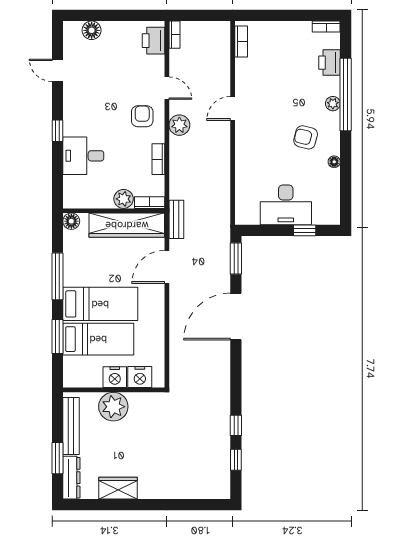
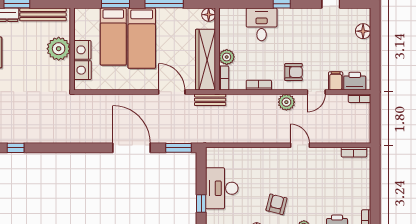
filing cabinet: (153, 64) -> (336, 81), added
window: (236, 425) -> (43, 148), removed

